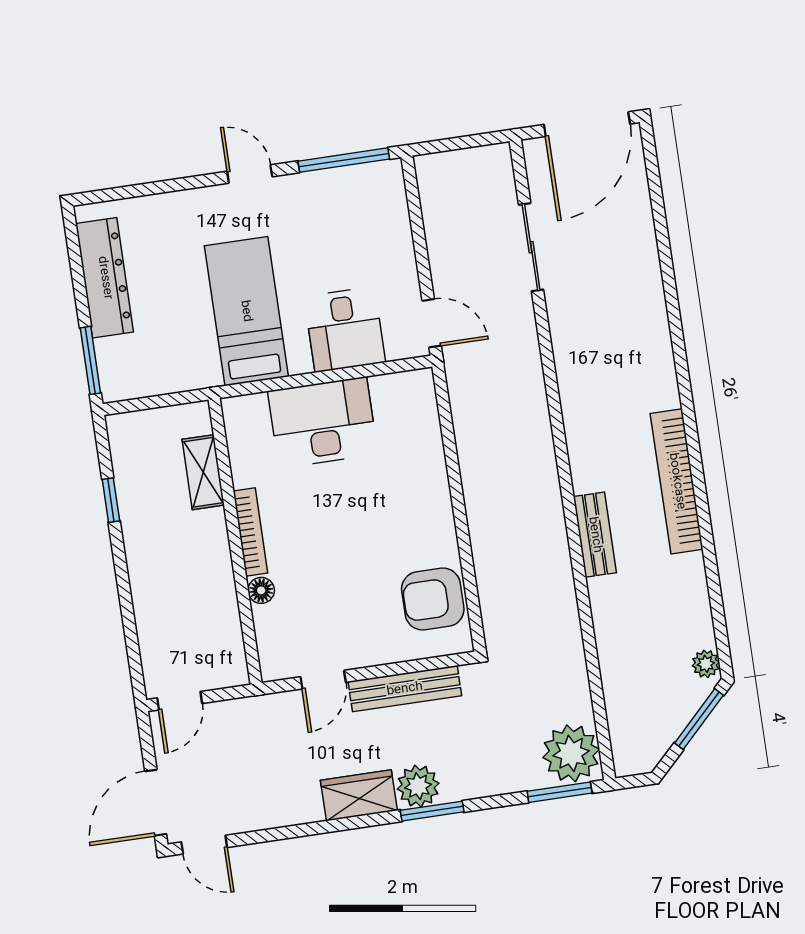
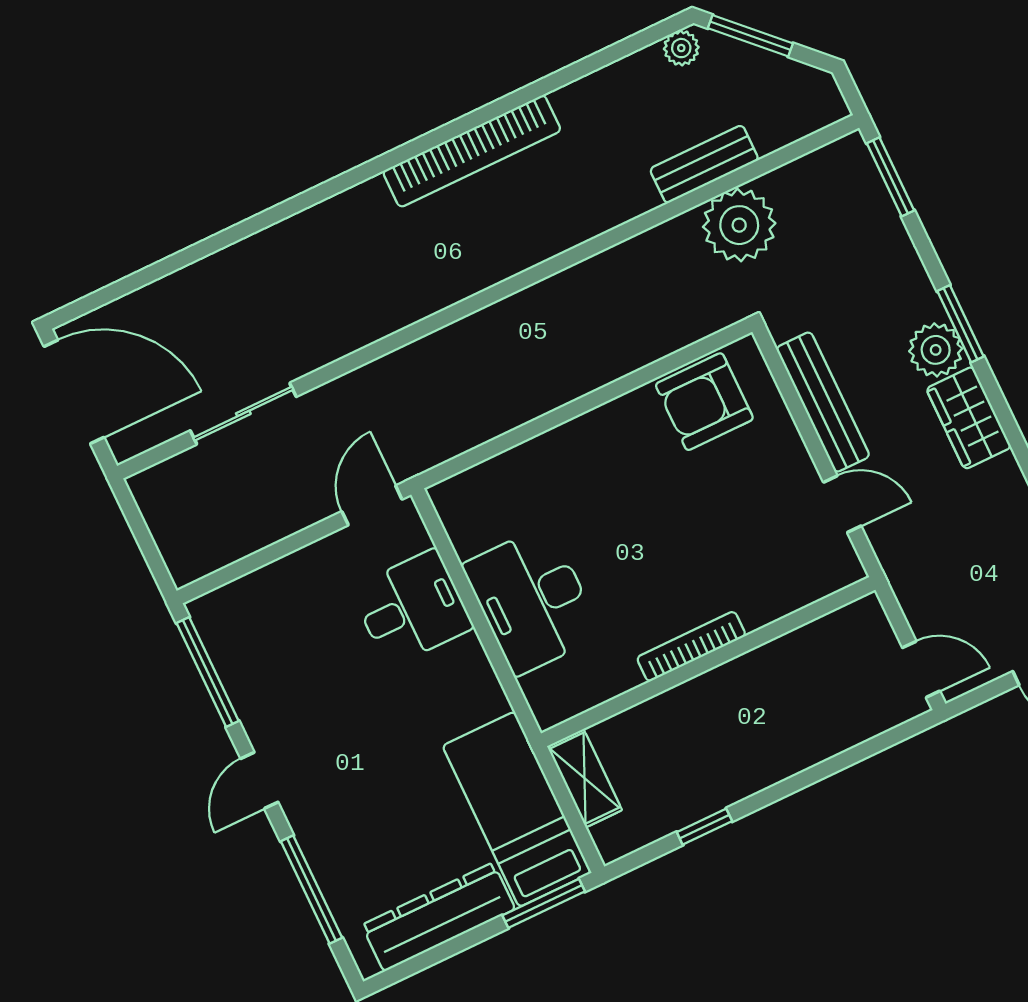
window: (155, 188) -> (311, 890), added
bed: (246, 311) -> (517, 809), moved, turned 90
shelving: (203, 472) -> (585, 778), moved, turned 90
bench: (595, 535) -> (704, 164), moved
floor lamp: (261, 590) -> (758, 612), removed
armchair: (433, 599) -> (704, 402), turned 90
plant: (571, 753) -> (739, 225), moved

